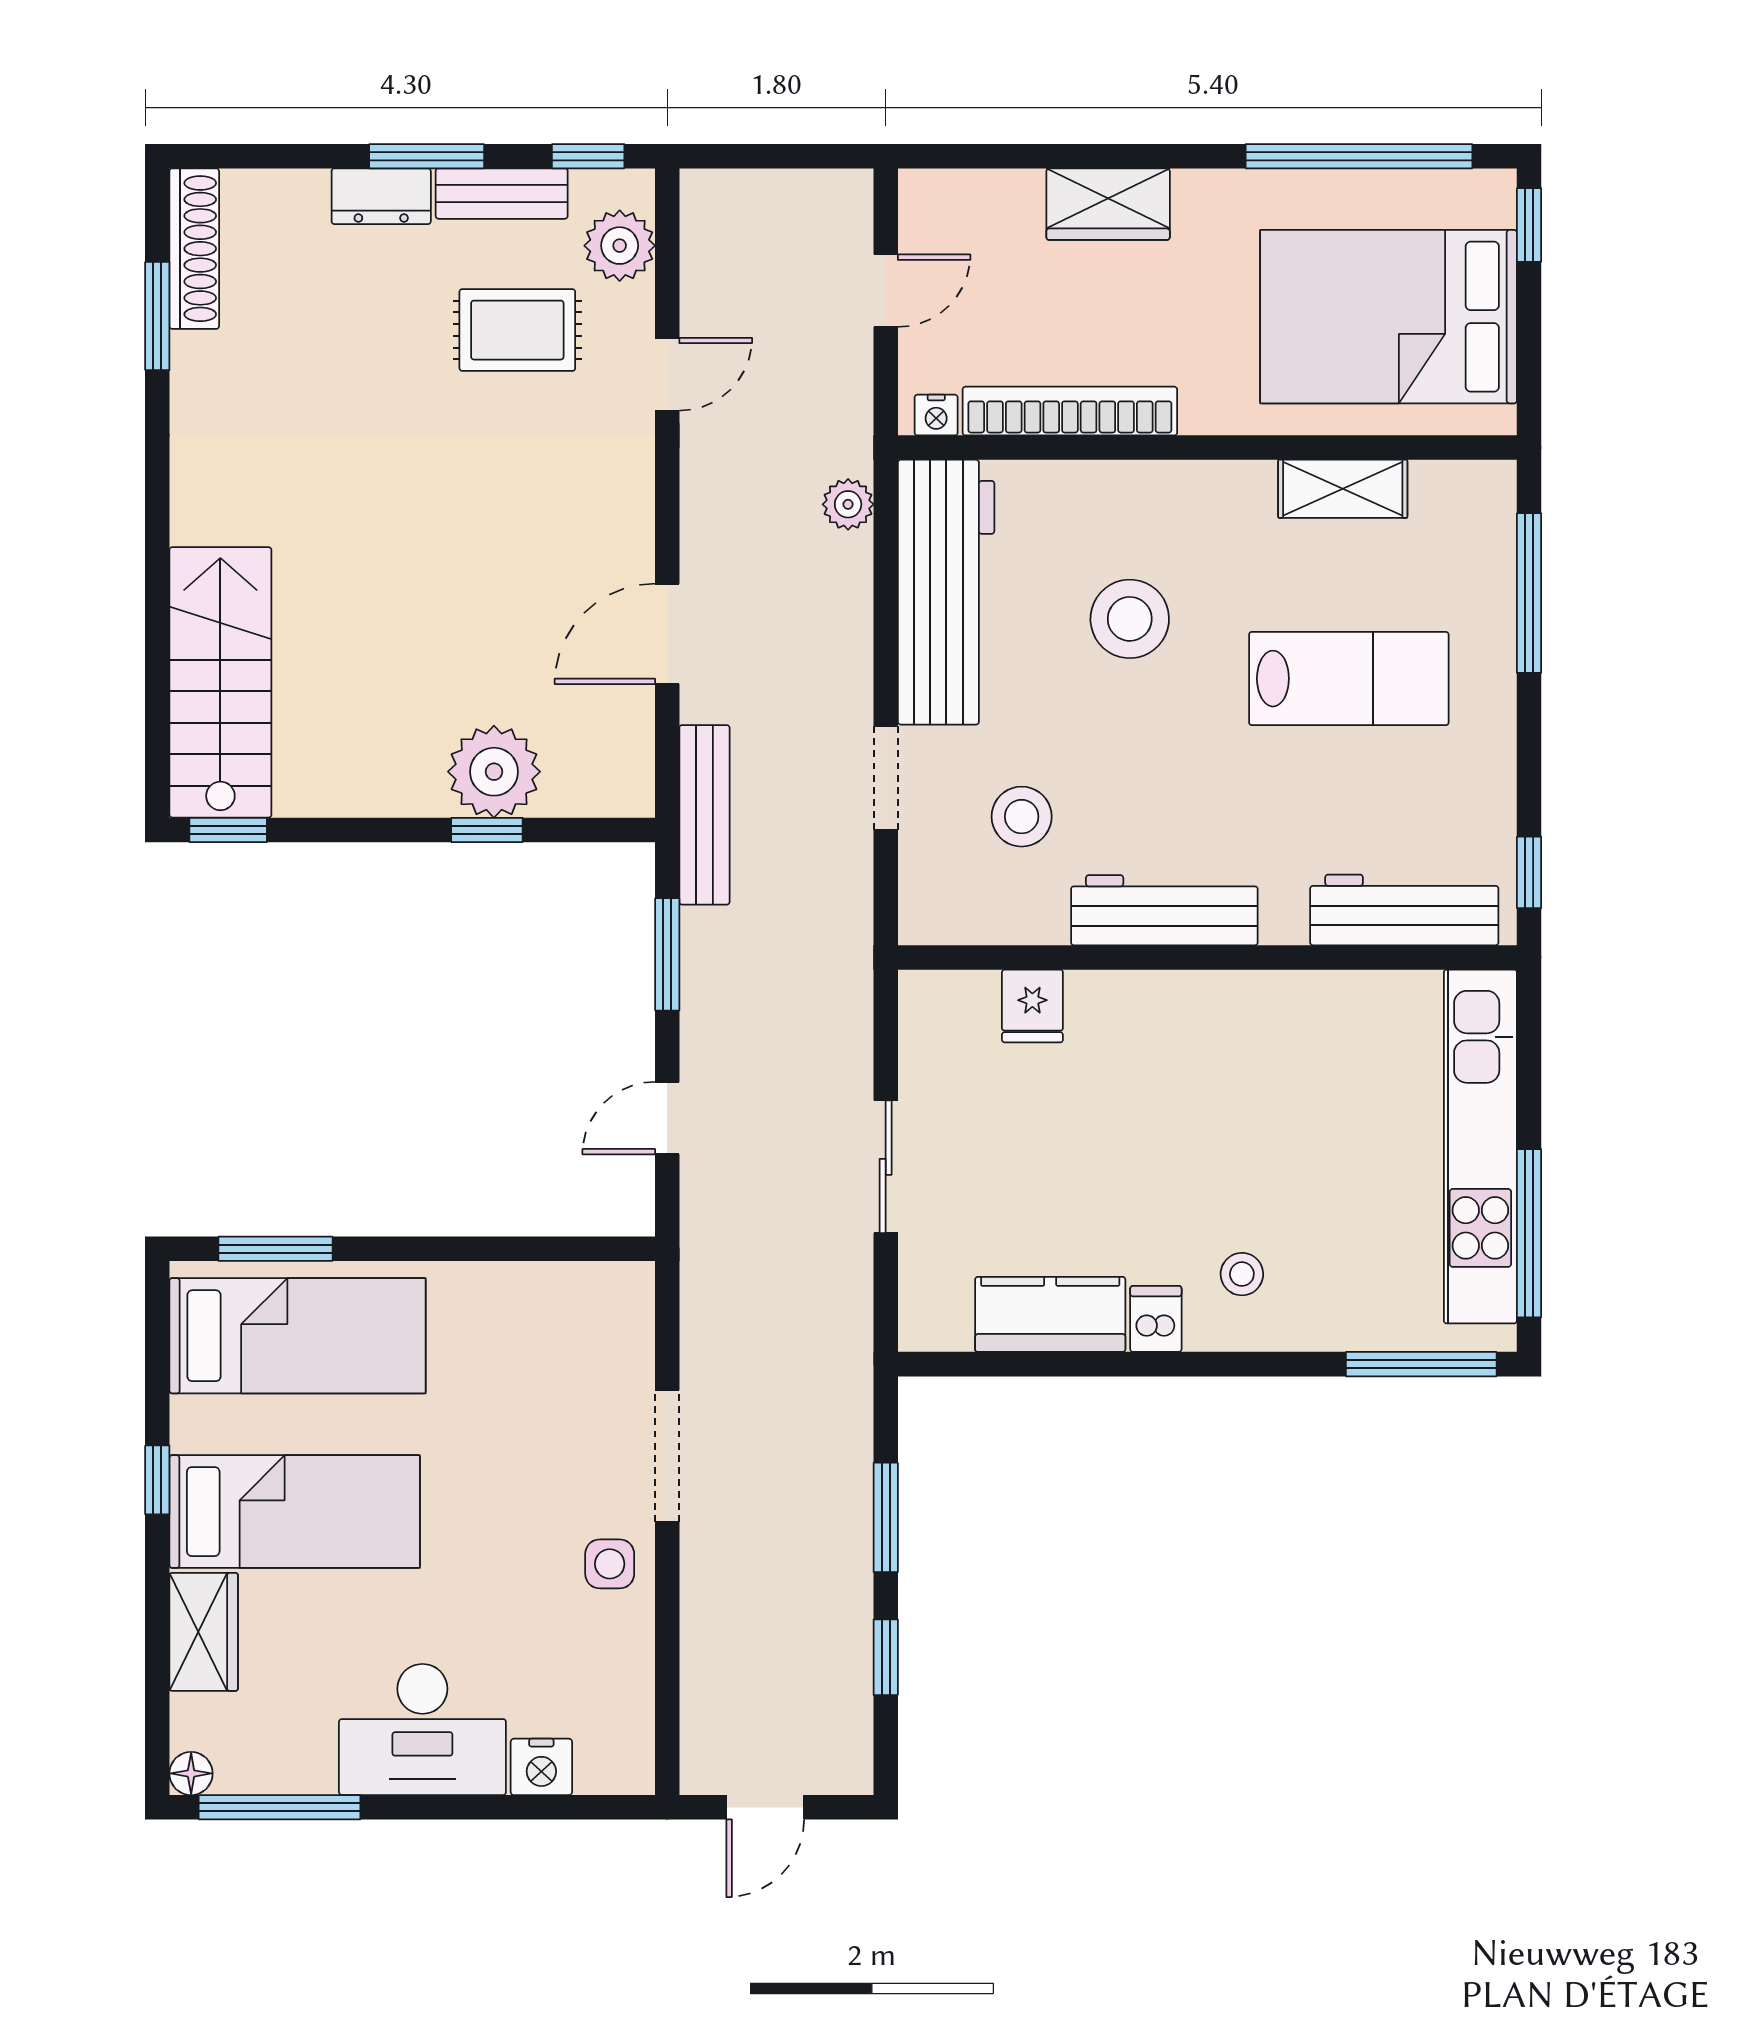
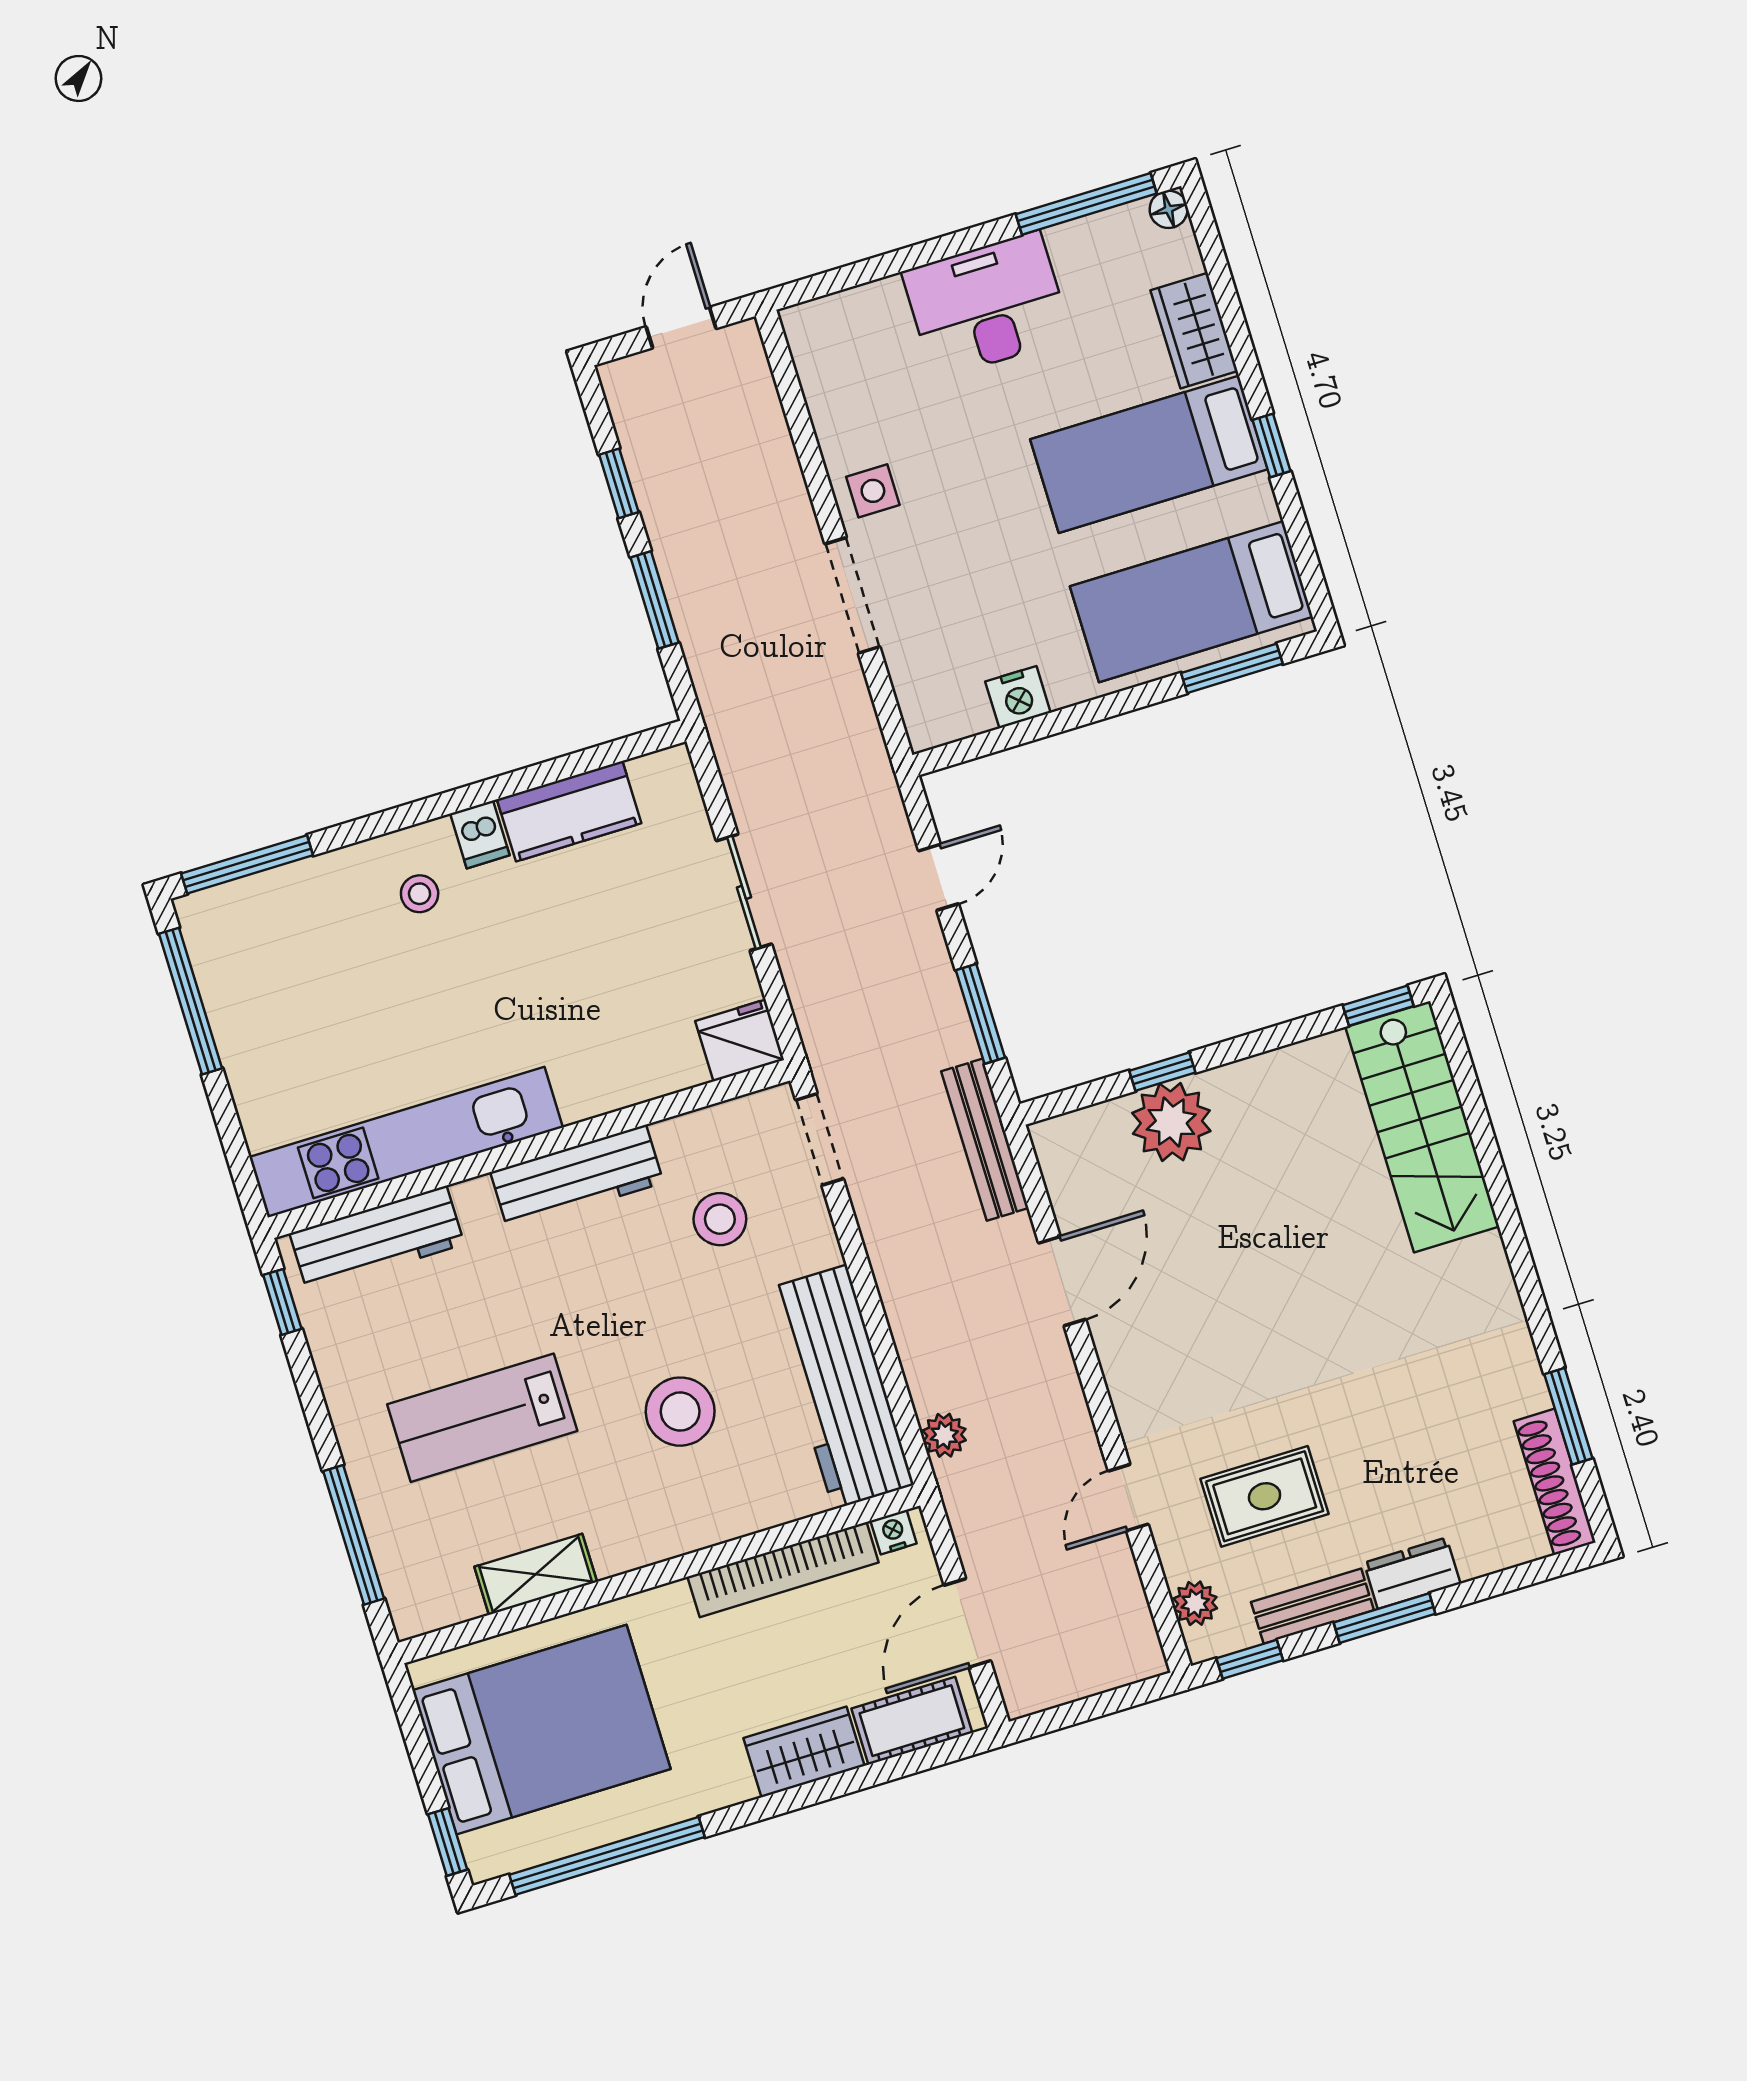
cot: (979, 202) -> (912, 1721), added
plant: (620, 246) -> (1195, 1603), width x0.73, depth x0.73
door: (886, 291) -> (967, 1623), width x1.37
doorway: (886, 778) -> (820, 1139), moved
fridge: (1032, 1006) -> (740, 1040), moved, width x1.38
kitchen unit: (1480, 1147) -> (406, 1142), moved, turned -90
nightstand: (541, 1767) -> (1018, 697), moved, turned 180

